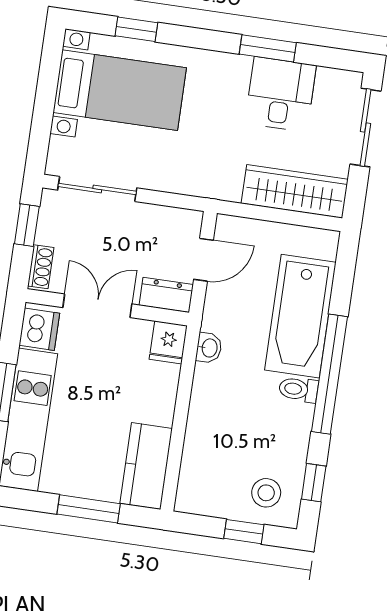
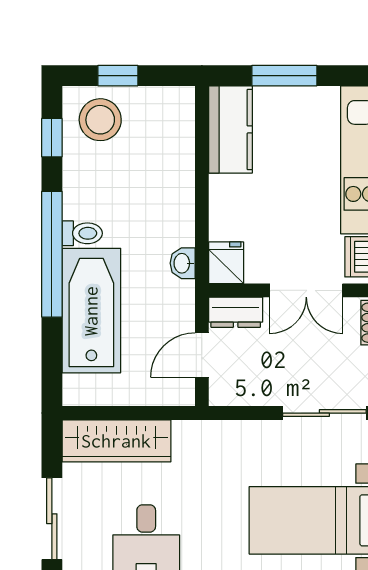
stool: (266, 493) -> (100, 120), width x1.38, depth x1.38

